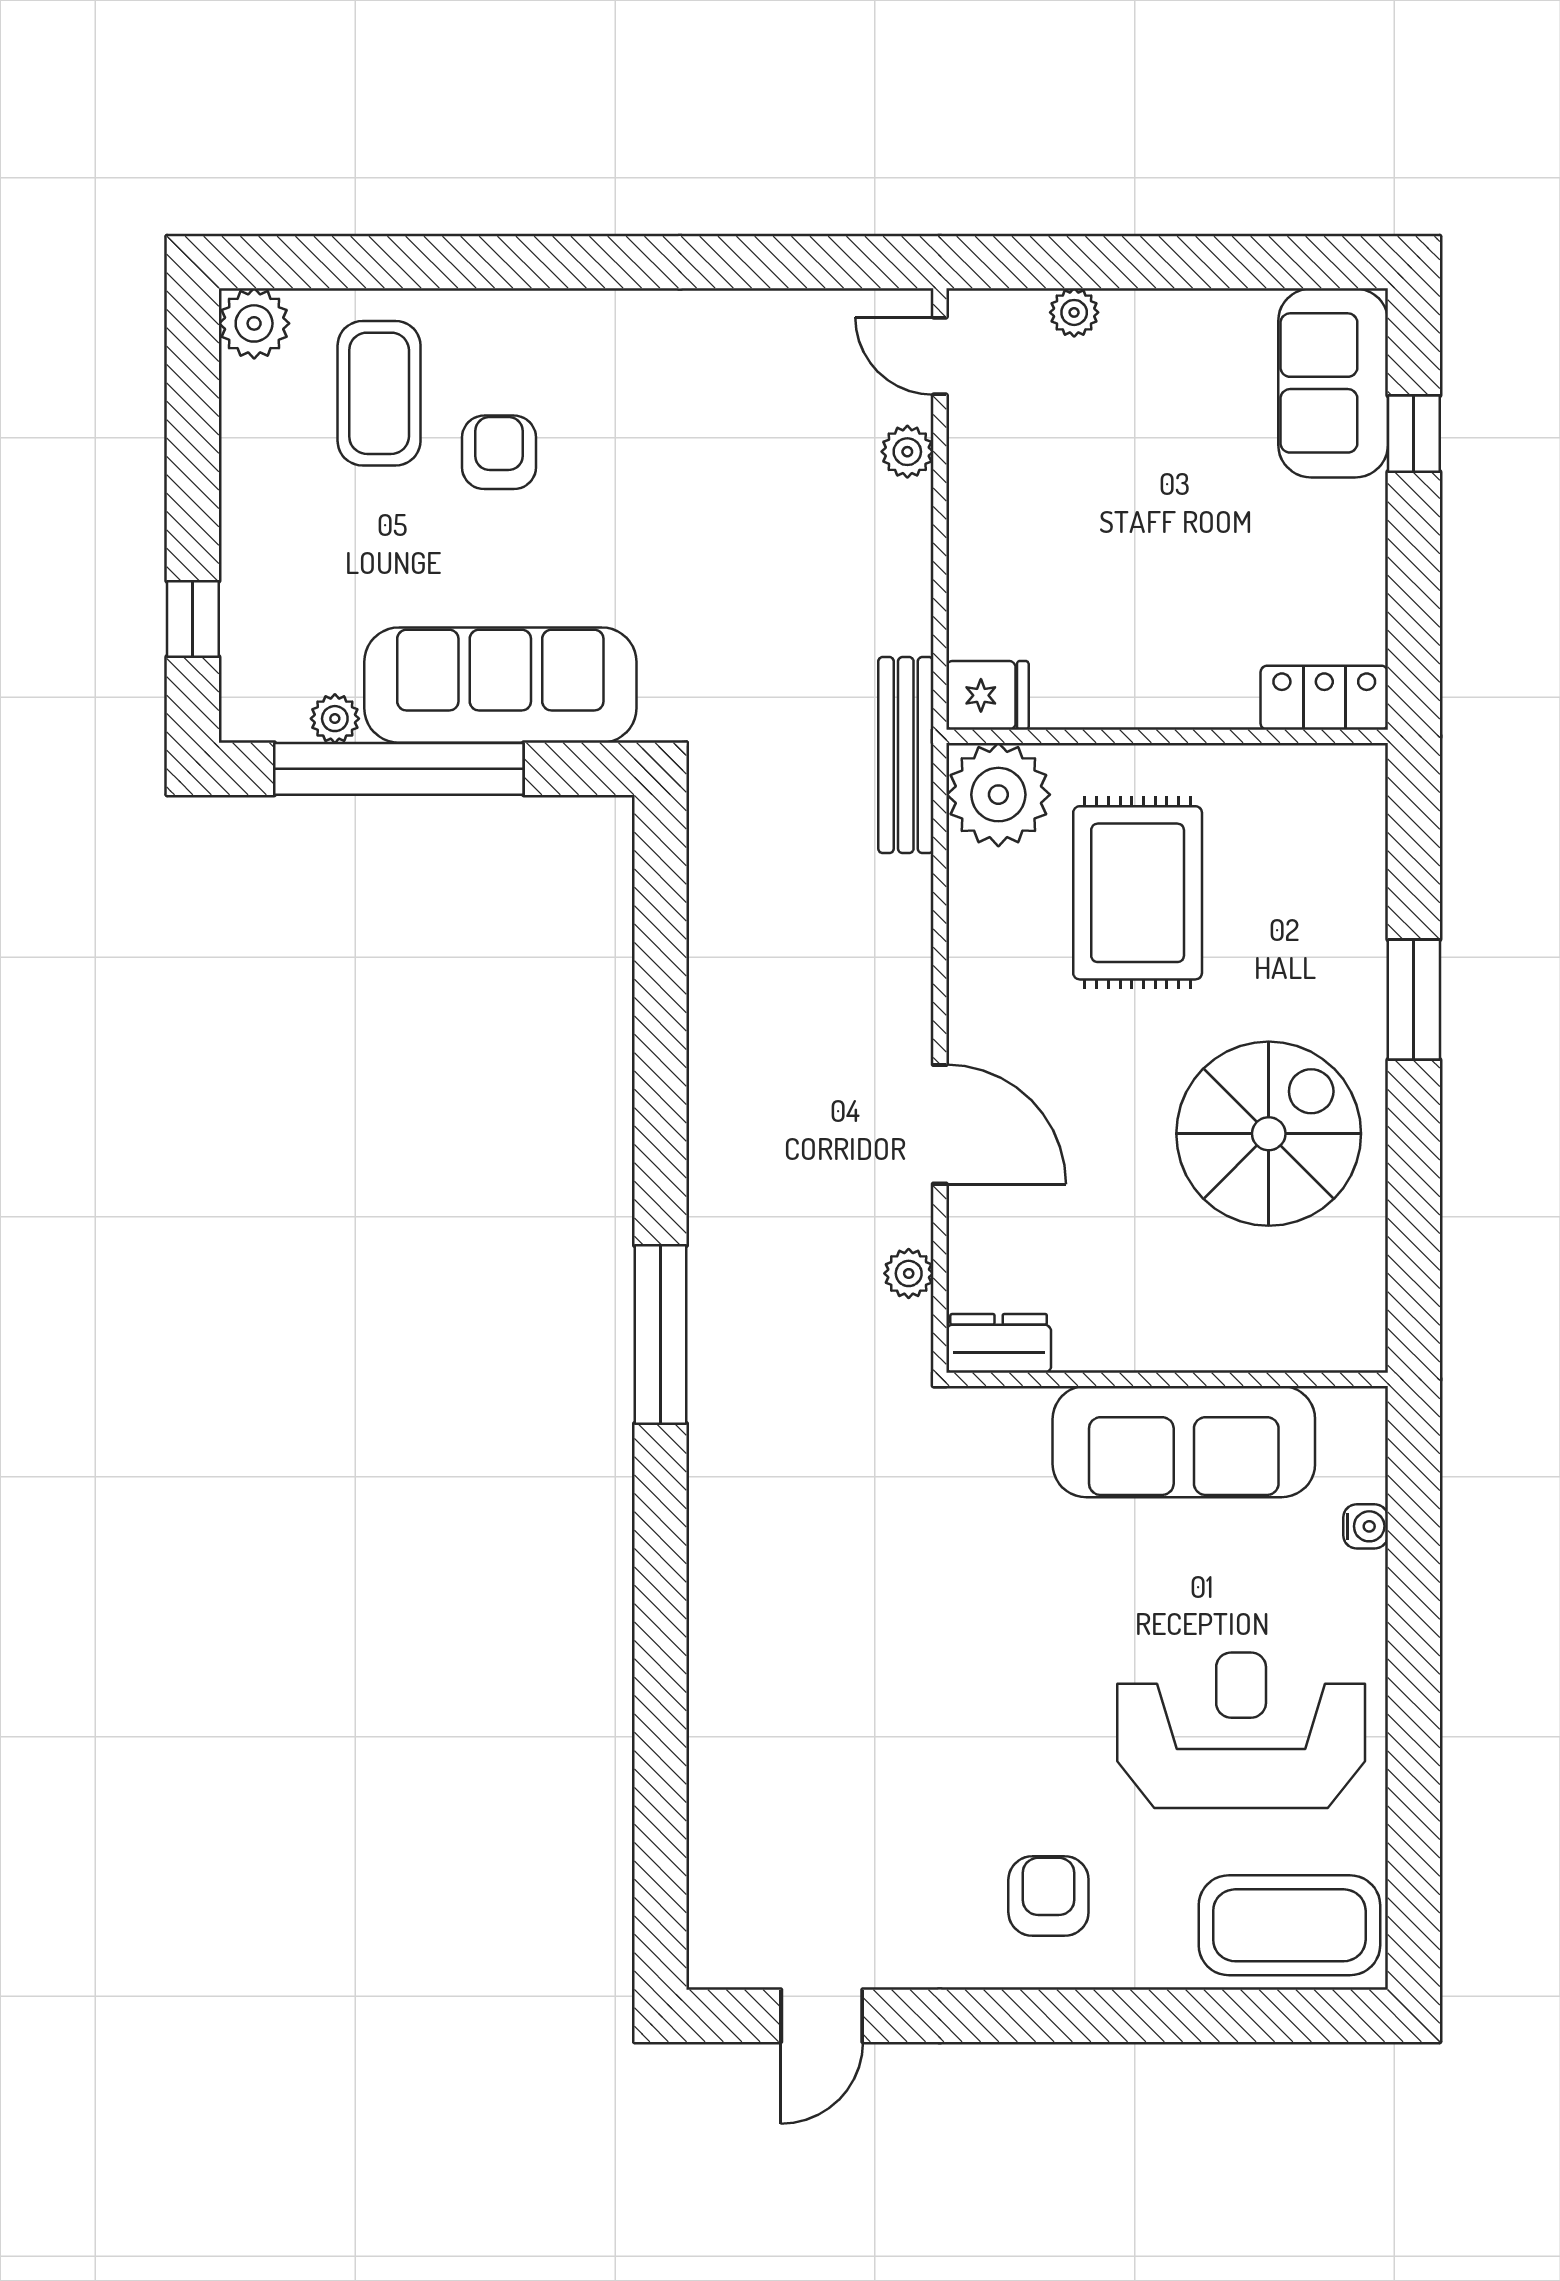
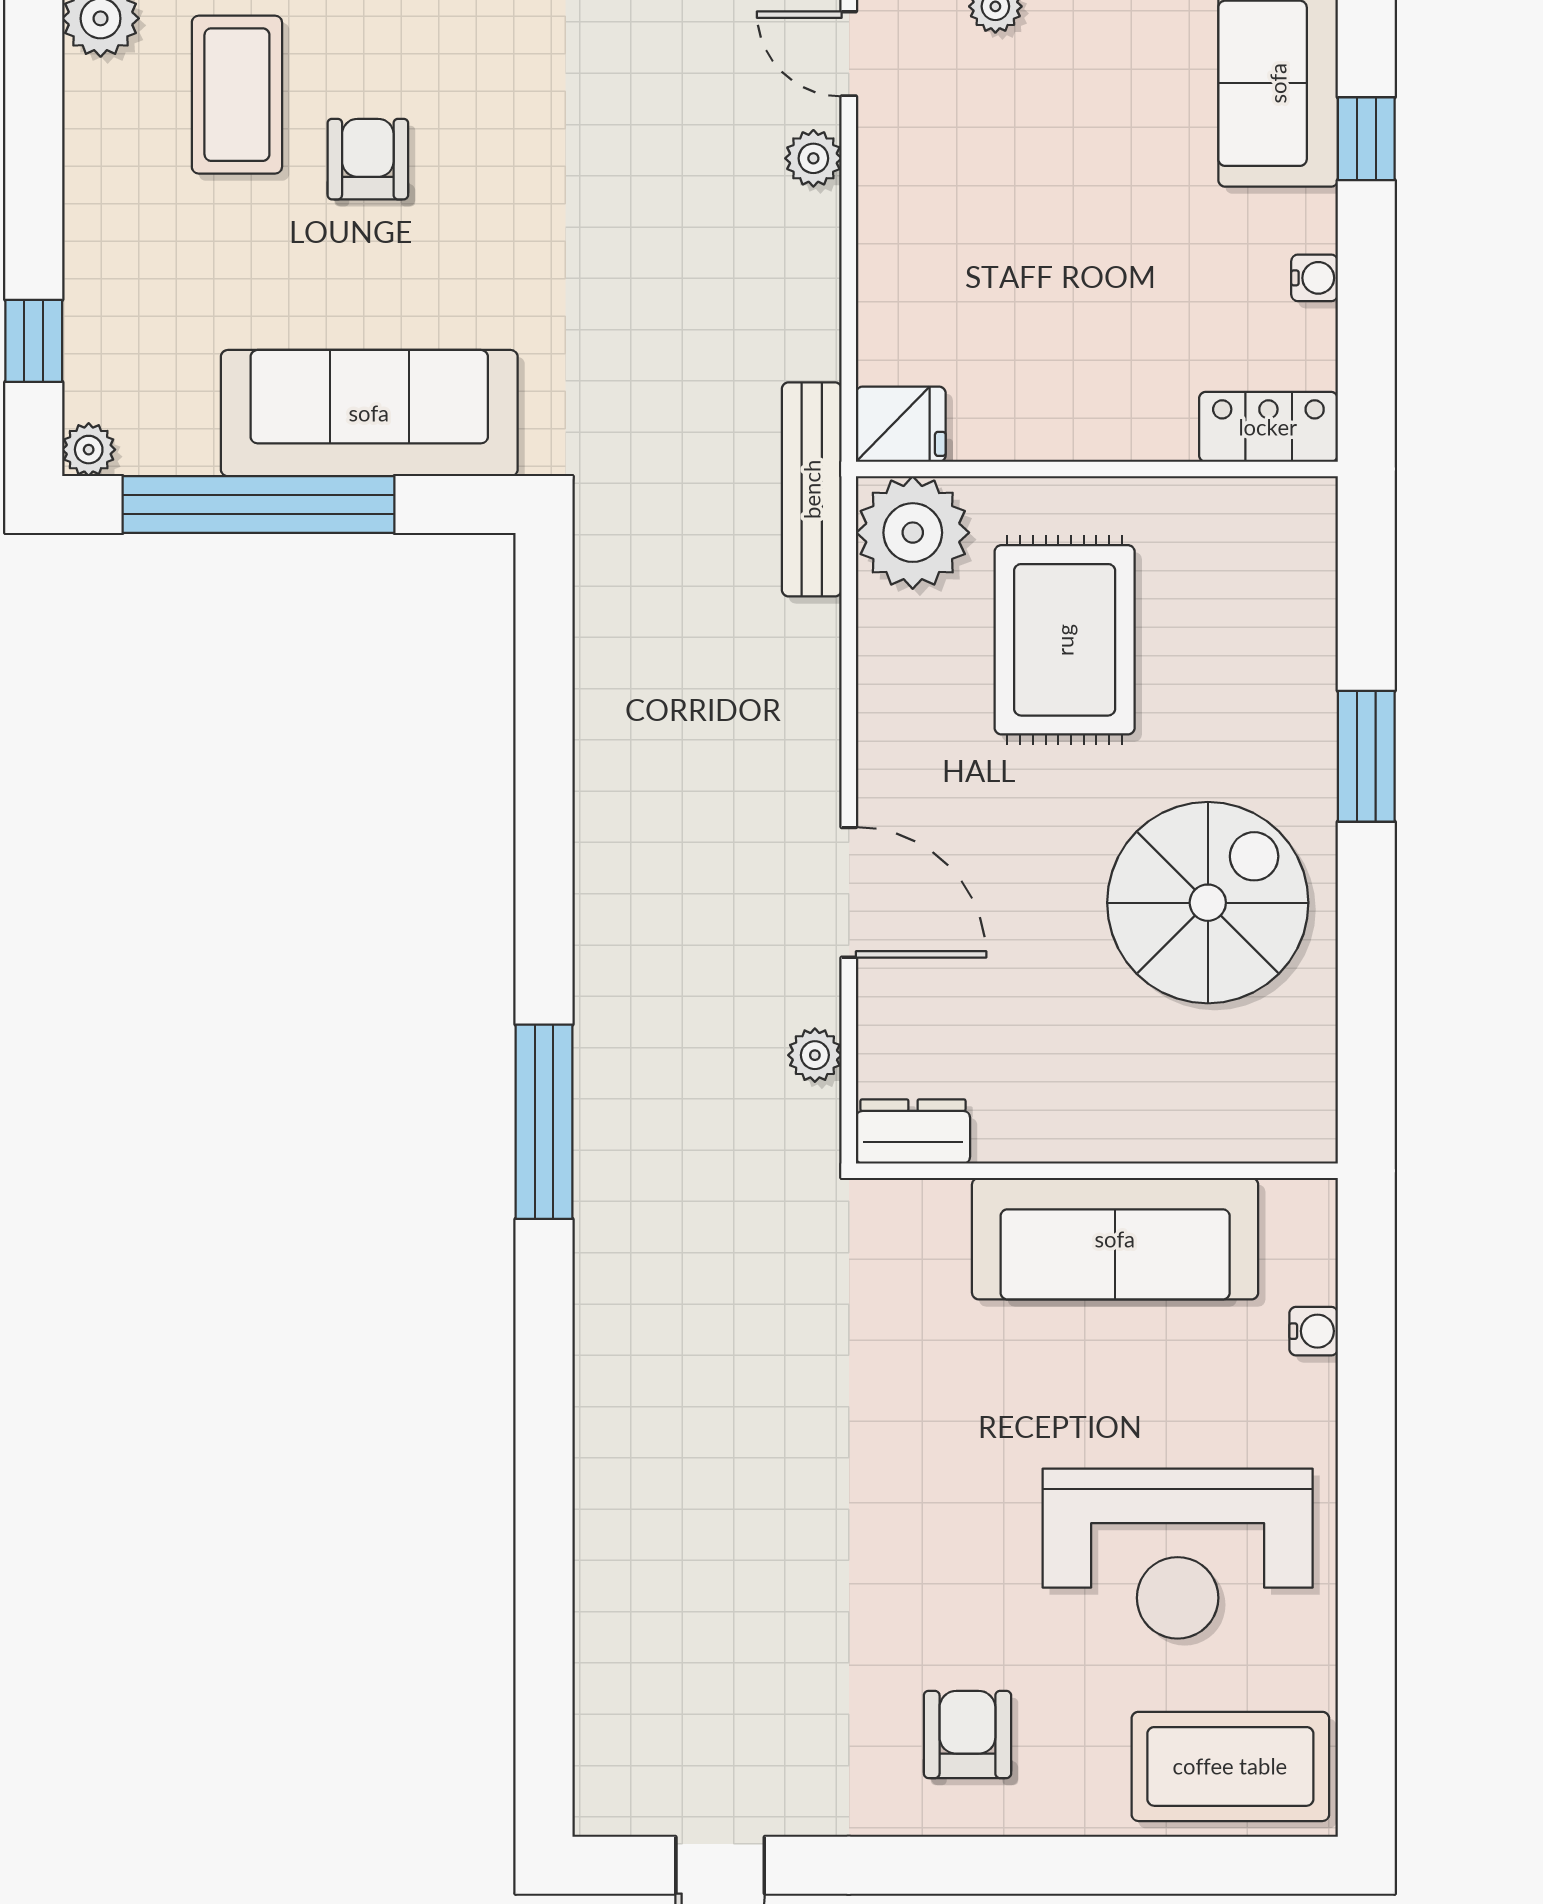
water cooler: (1367, 561) -> (1315, 278), added
plant: (335, 719) -> (89, 450), moved
reception desk: (1241, 1730) -> (1178, 1554), turned 180

